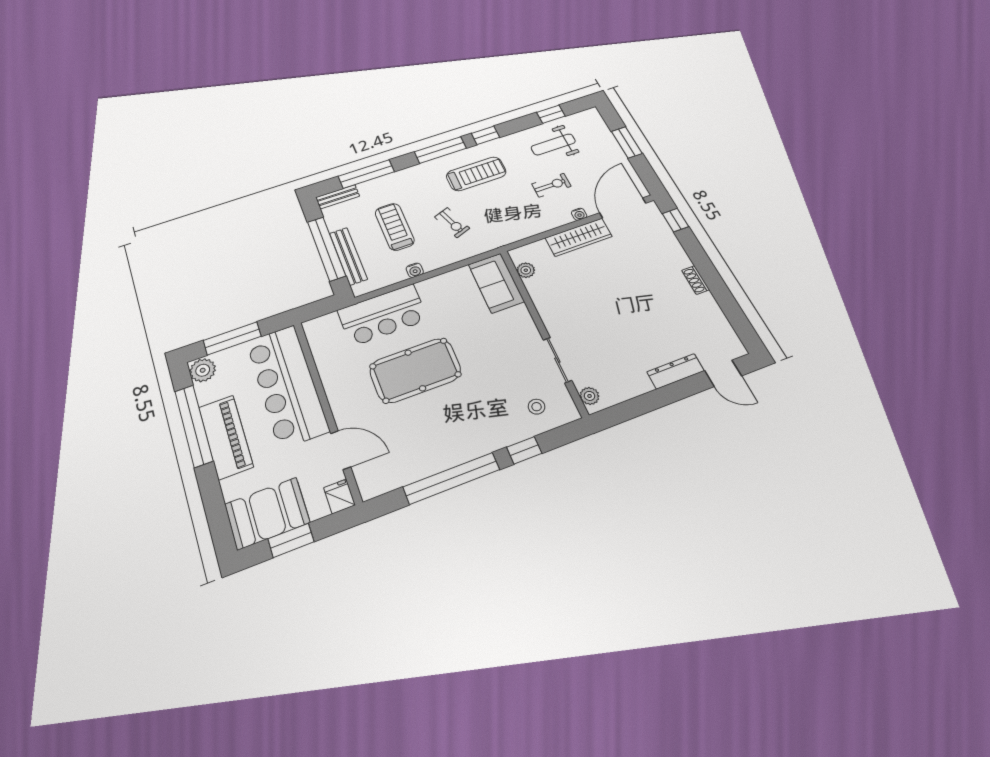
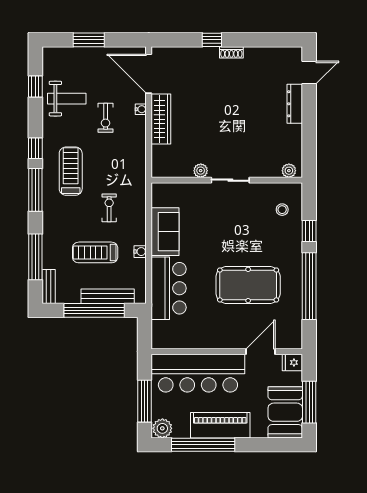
weight bench: (553, 144) -> (67, 99), turned -90
exercise bike: (551, 185) -> (106, 118), turned 180
window: (675, 220) -> (212, 40), moved
exercise bike: (452, 223) -> (109, 208), turned -70
plant: (526, 270) -> (201, 171), moved
sofa: (496, 283) -> (165, 232), moved, turned -90
sliding door: (557, 360) -> (230, 180), moved
pool table: (415, 370) -> (248, 285), moved, turned 90
window: (291, 540) -> (309, 402), width x1.44

